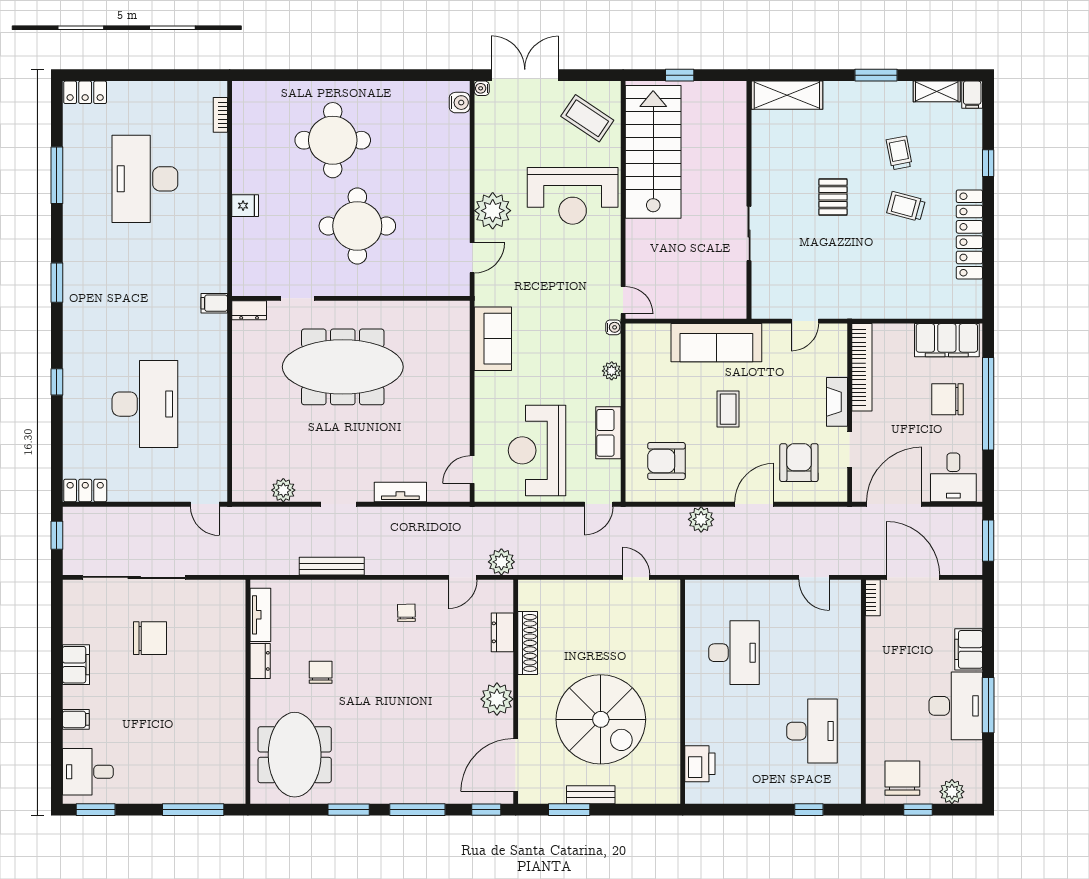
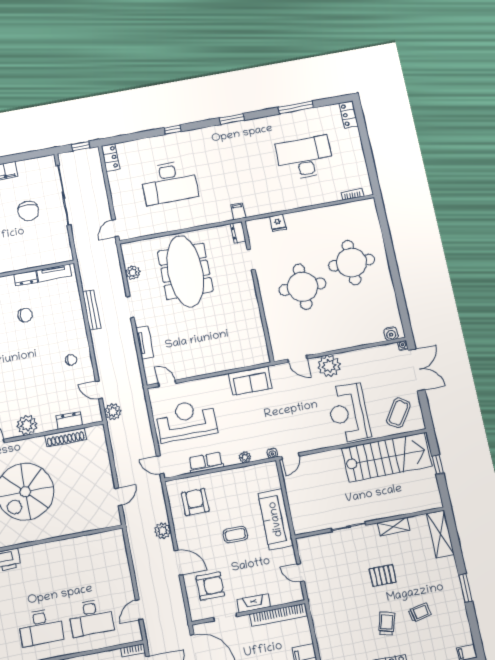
shelving: (937, 91) -> (393, 527), moved, turned 90
fridge: (245, 206) -> (278, 223), moved
meeting table: (343, 367) -> (185, 271), moved
desk: (734, 653) -> (91, 618), moved

